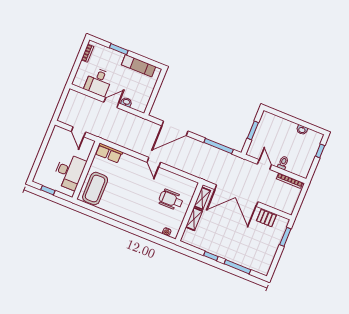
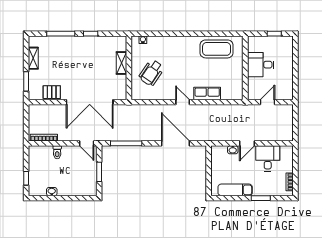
door: (175, 128) -> (175, 143), hinge flipped
door: (78, 132) -> (267, 102), hinge flipped
row of seats: (109, 153) -> (207, 94), moved
door: (264, 165) -> (87, 143), moved
desk: (69, 172) -> (261, 65), width x0.73
coffee table: (95, 189) -> (217, 49), moved, turned 90
double door: (236, 196) -> (90, 102), swing flipped
shelving: (202, 198) -> (33, 58), moved
wheelchair: (171, 200) -> (151, 73), turned 124

